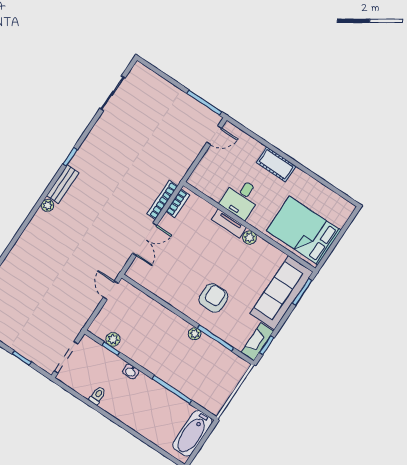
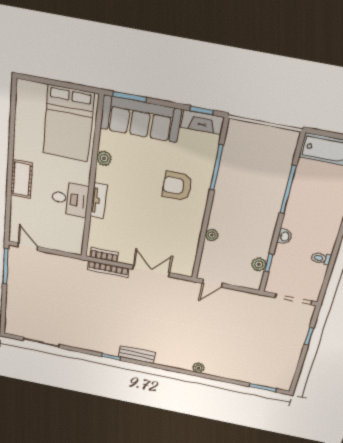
plant: (47, 205) -> (198, 368), moved
plant: (250, 238) -> (104, 158), moved
plant: (195, 334) -> (212, 235), moved

